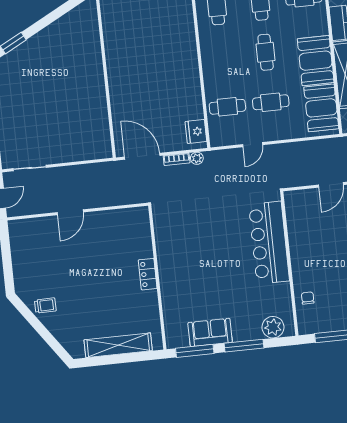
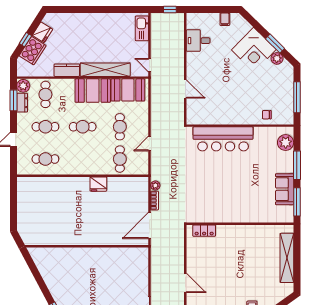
fridge: (196, 132) -> (98, 184), moved
door: (253, 145) -> (150, 143), swing flipped
locker: (148, 274) -> (204, 231), moved

